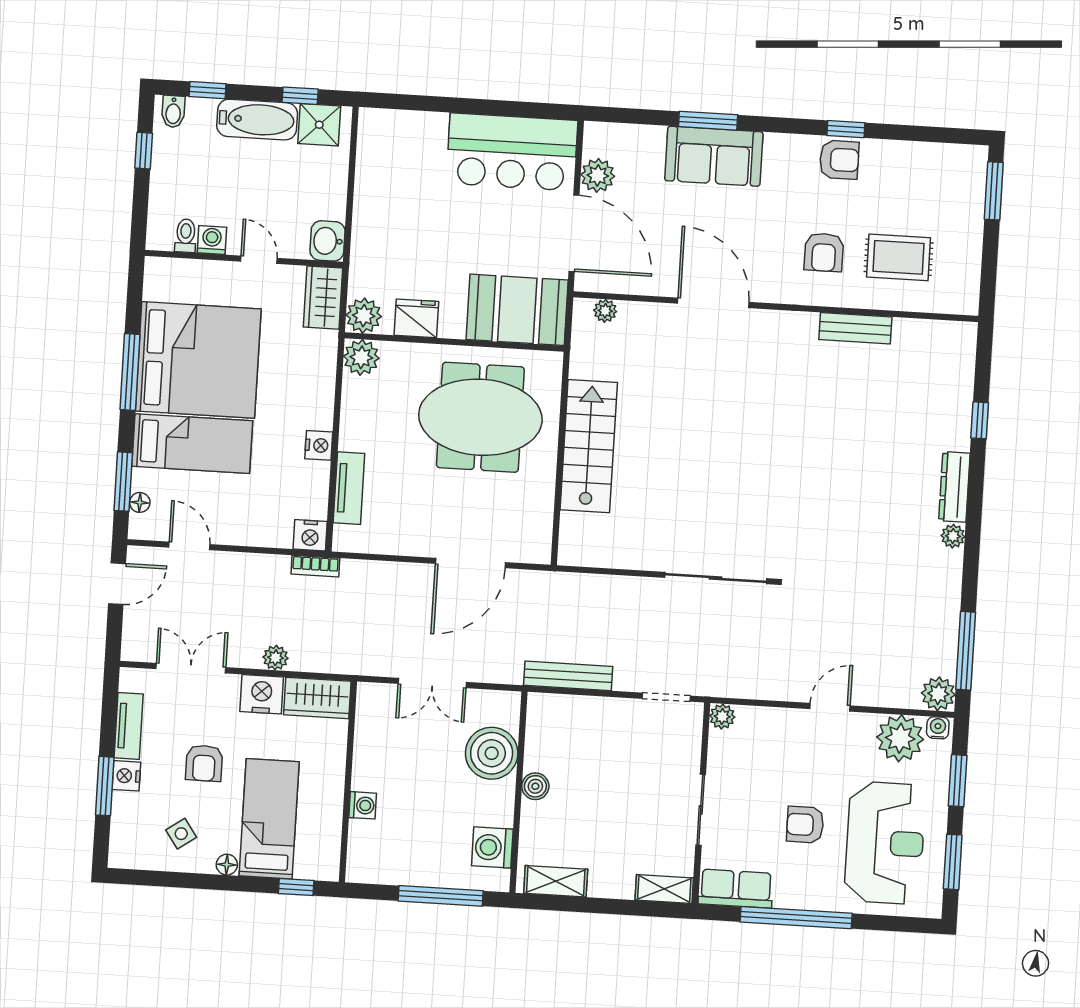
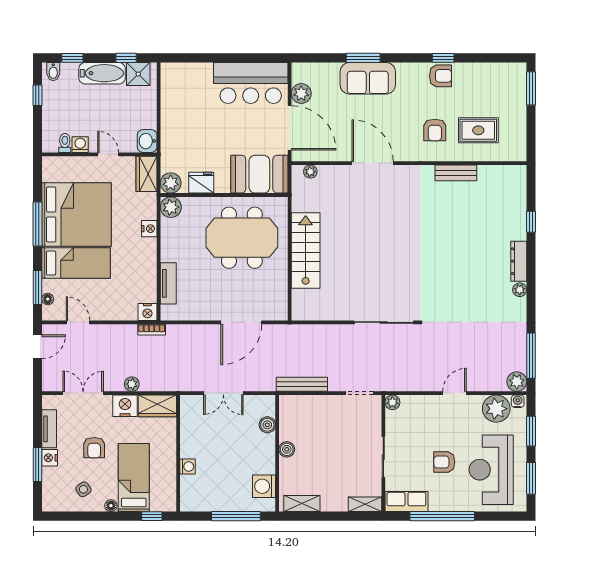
nightstand: (319, 445) -> (149, 229), moved
boiler: (492, 753) -> (267, 425), width x0.54, depth x0.54
reception desk: (885, 843) -> (491, 470), turned 180

